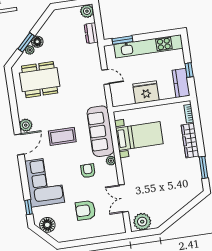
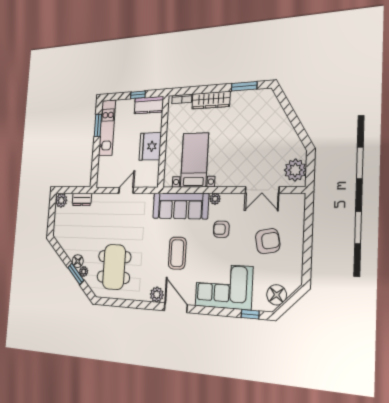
window: (122, 40) -> (98, 125), moved
kitchen unit: (148, 46) -> (107, 128), width x0.73
armchair: (86, 210) -> (268, 241), turned -101

